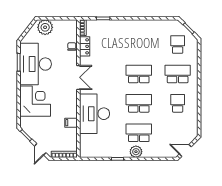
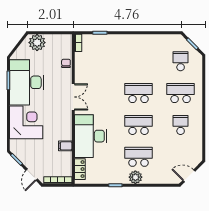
locker: (85, 46) -> (80, 169), moved

